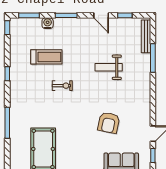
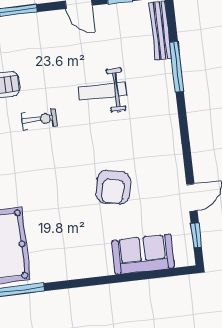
exercise bike: (62, 86) -> (39, 119), moved

